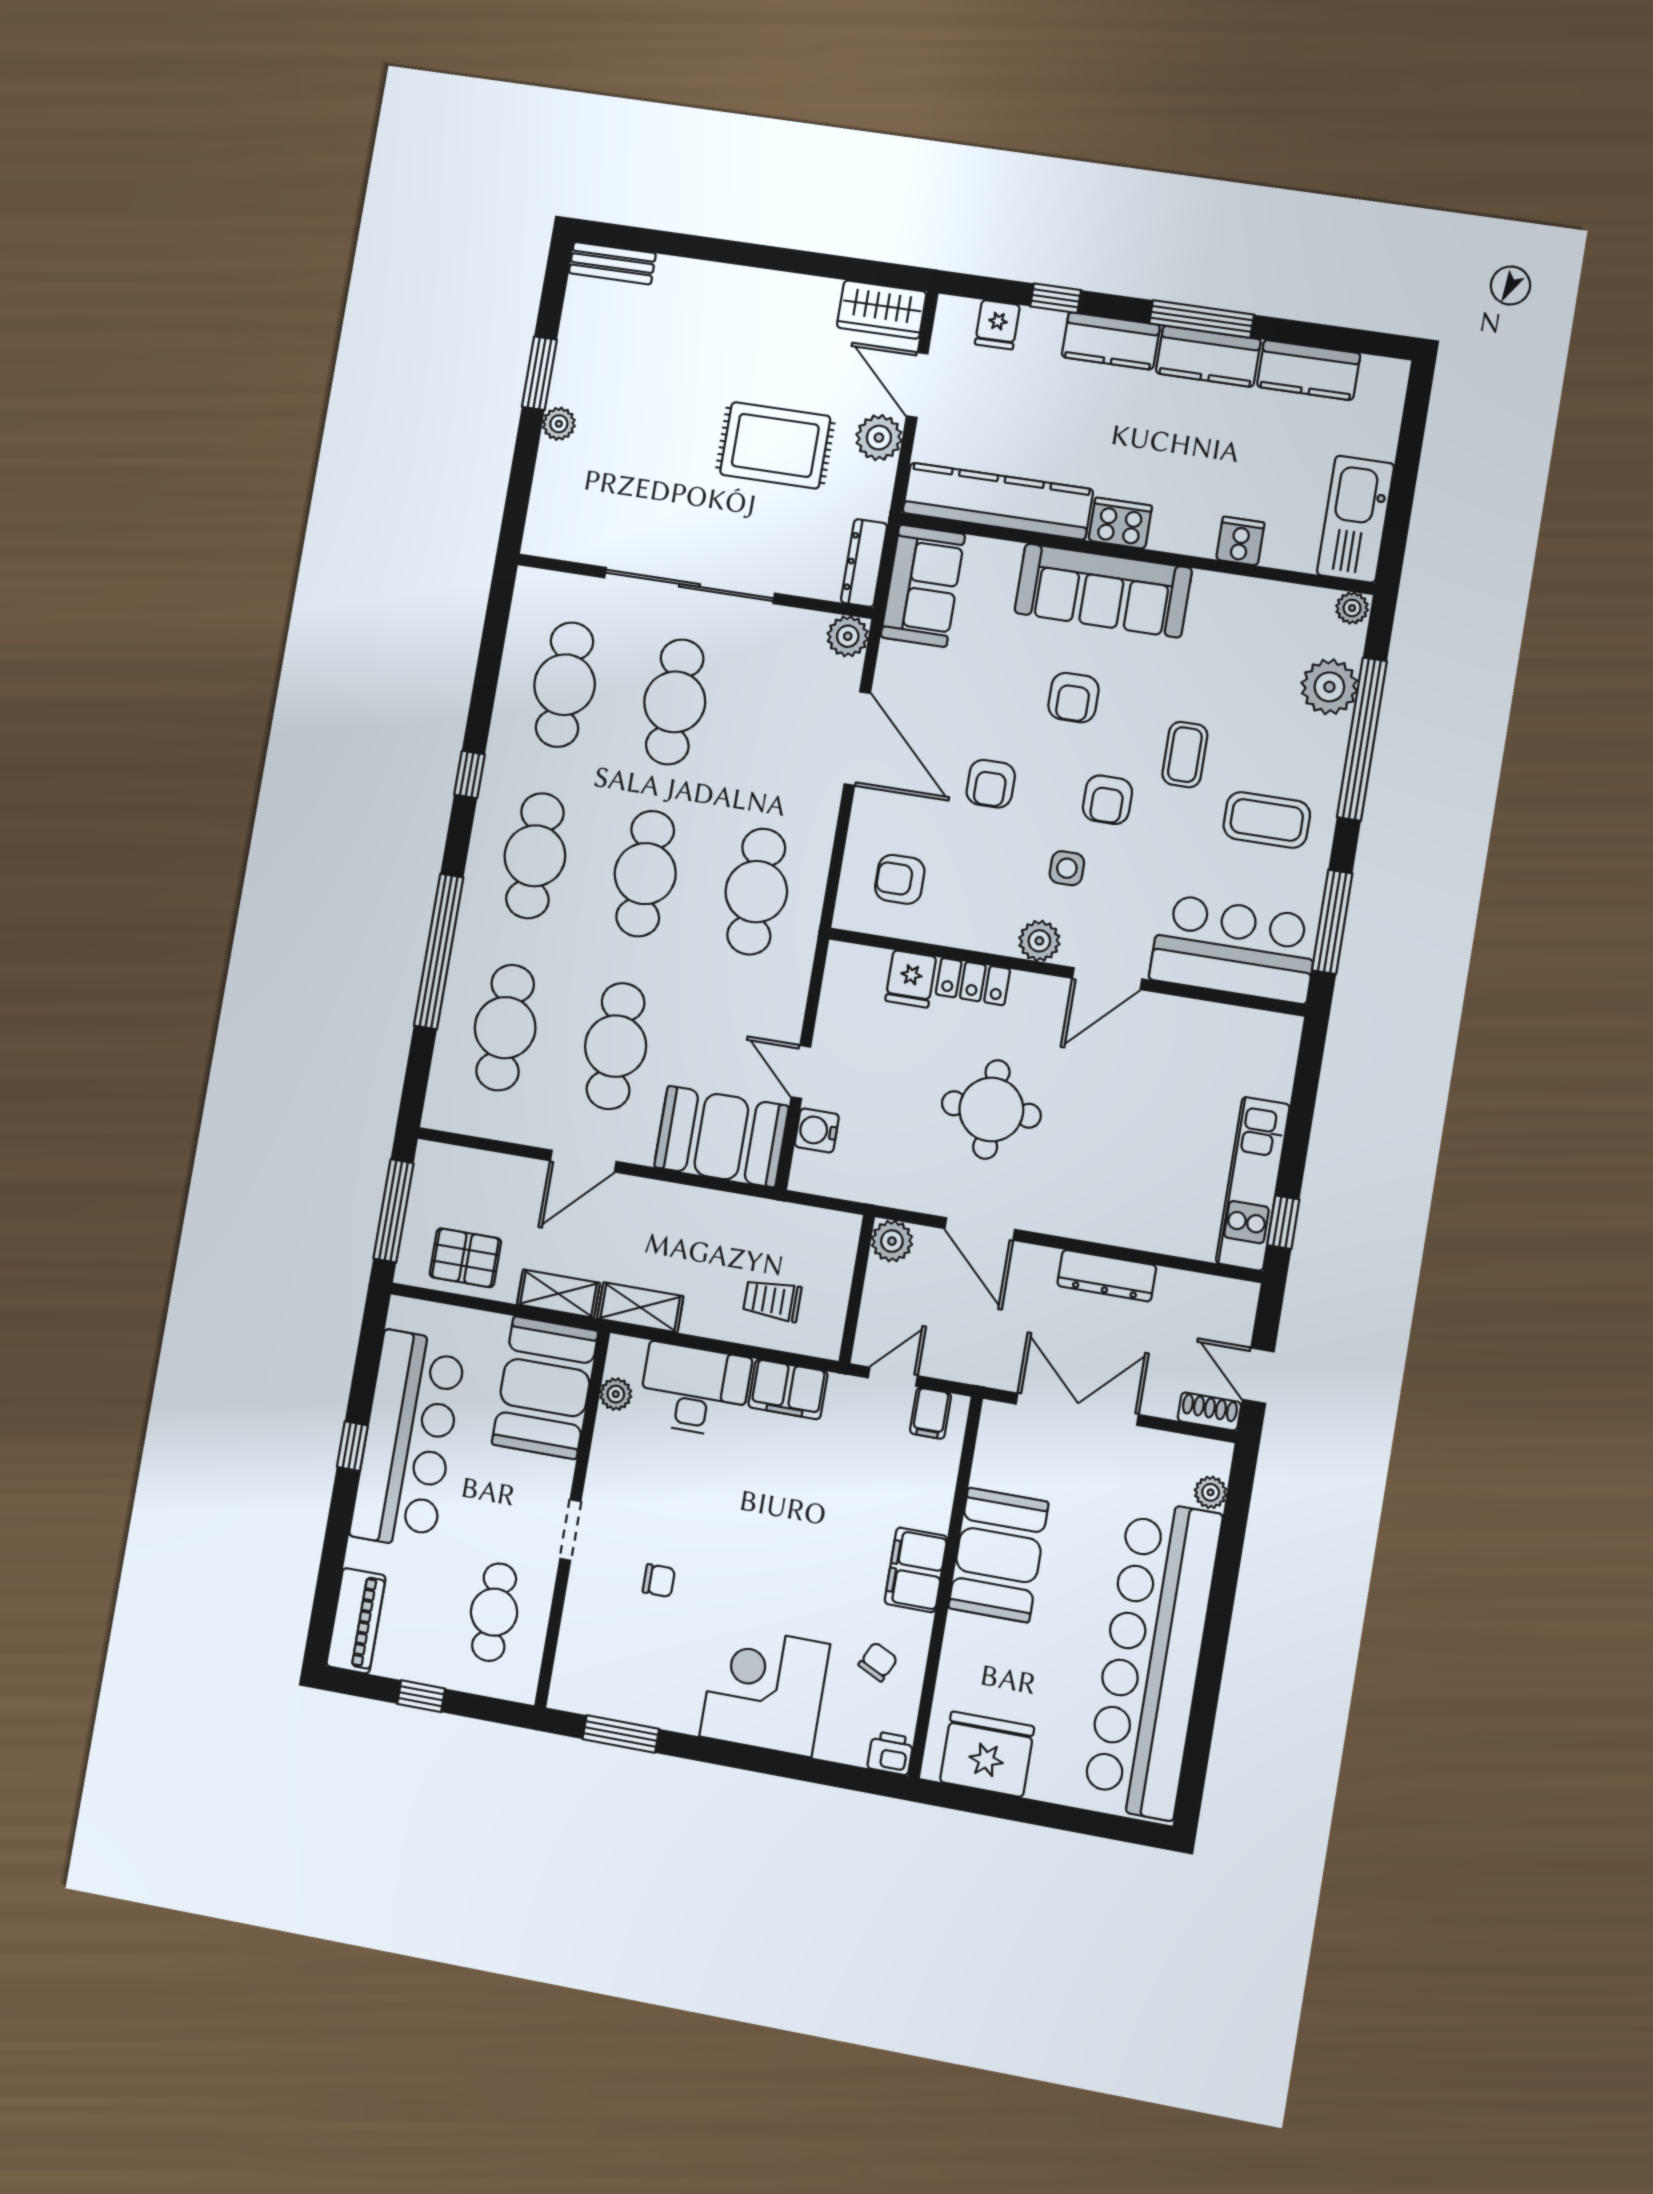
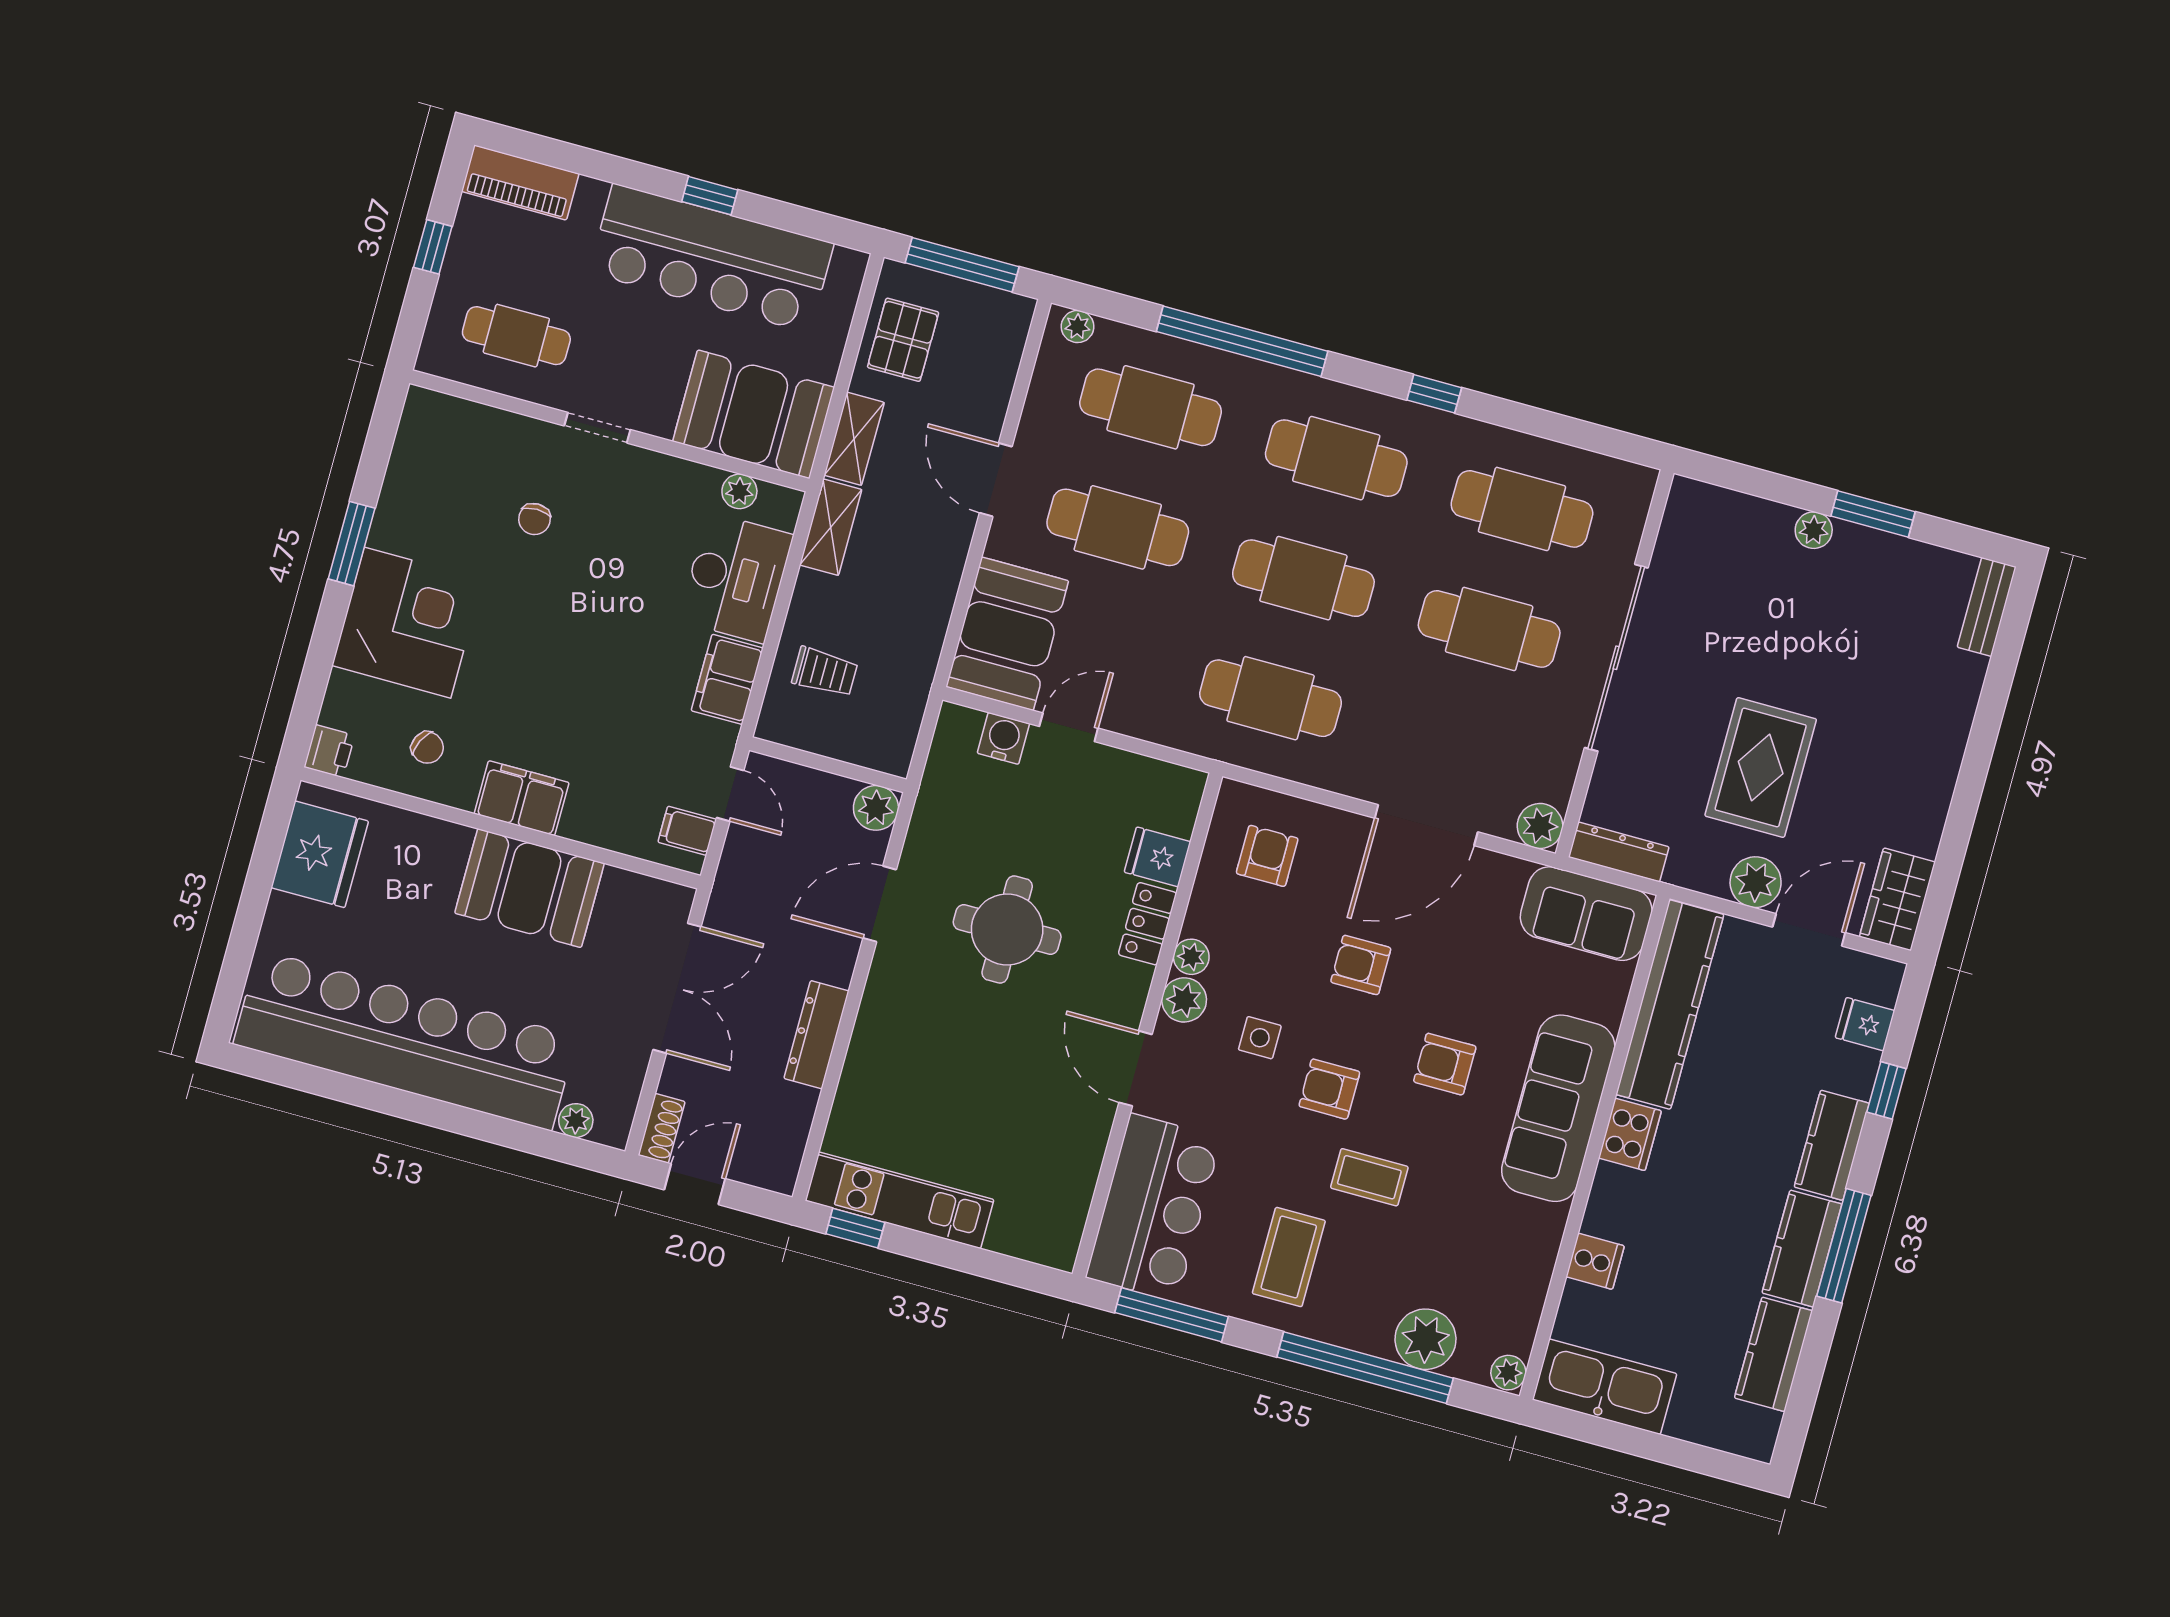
plant: (999, 939) -> (1191, 957), added
plant: (439, 1101) -> (1078, 327), added
trolley: (772, 1300) -> (825, 672), turned 90
window: (621, 1734) -> (352, 544), moved

